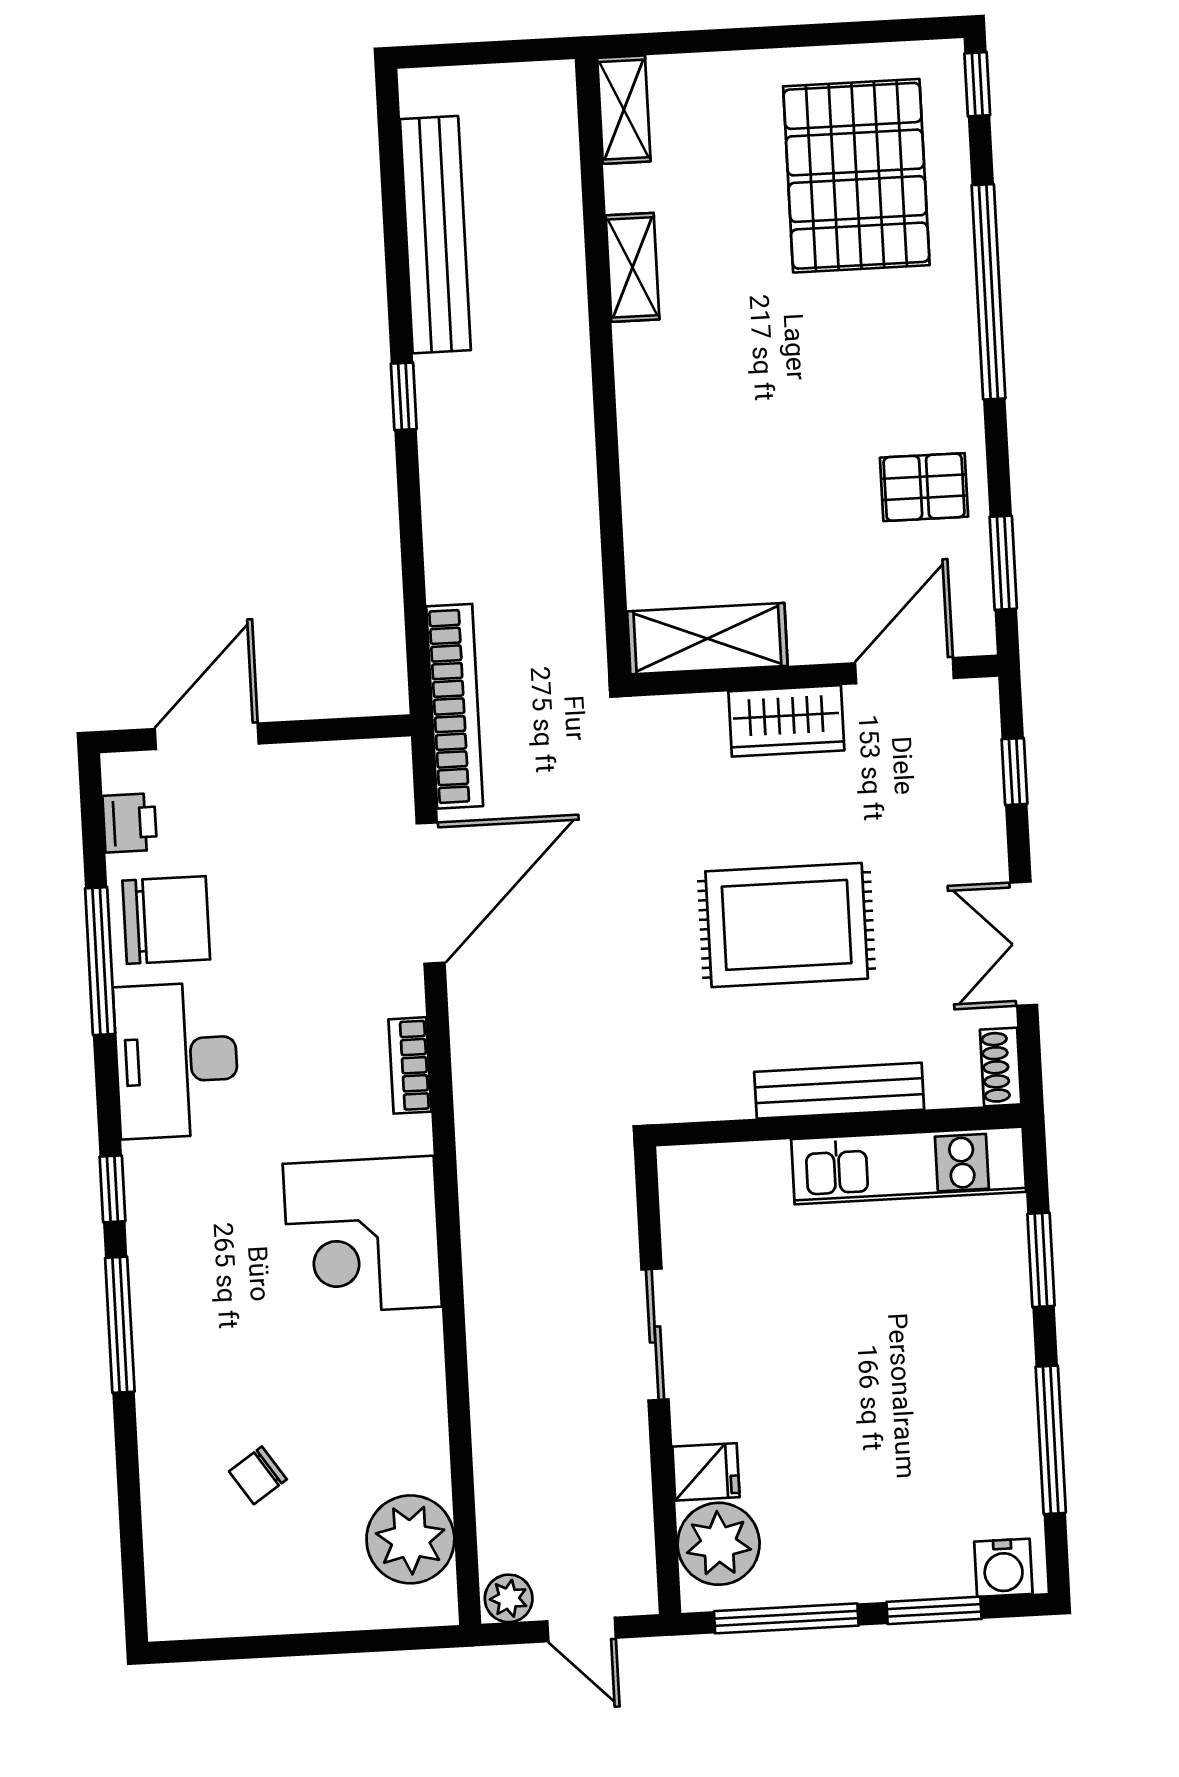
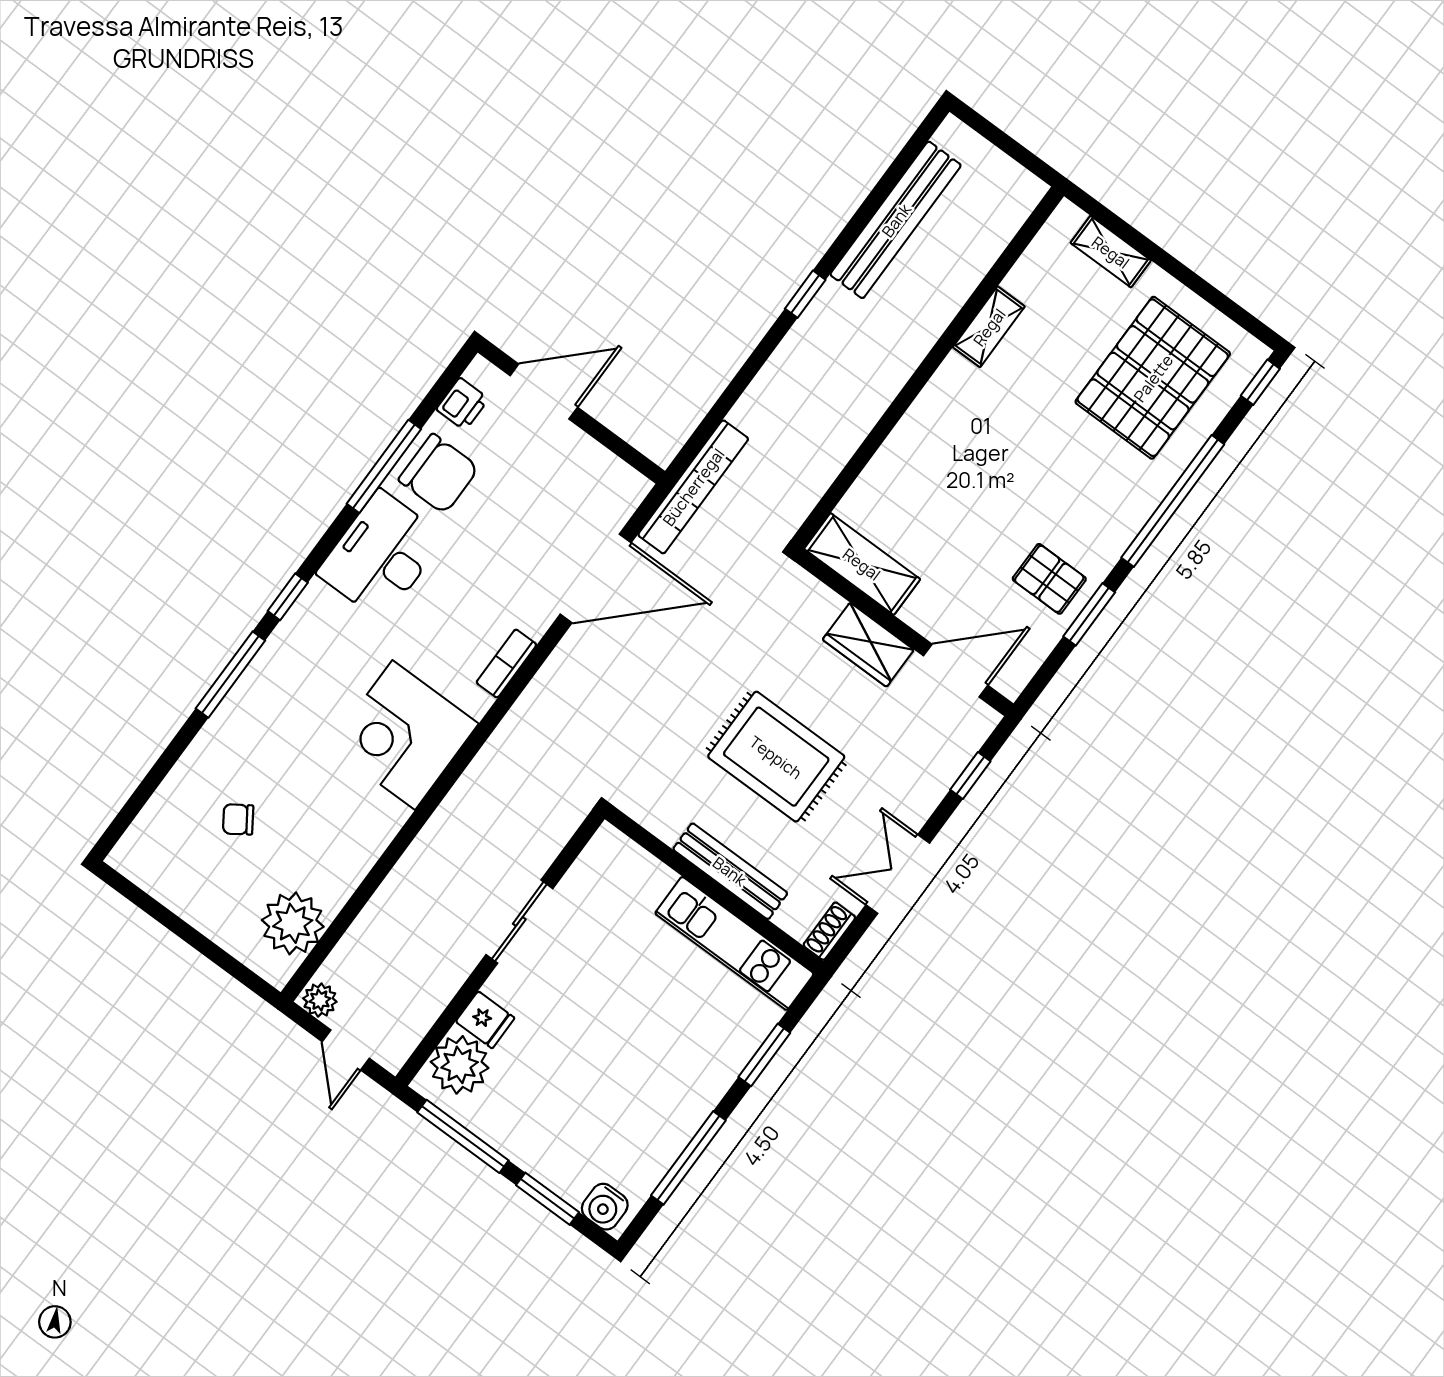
shelving: (624, 110) -> (1111, 252), moved, turned 90
window: (1003, 563) -> (1089, 614), moved

